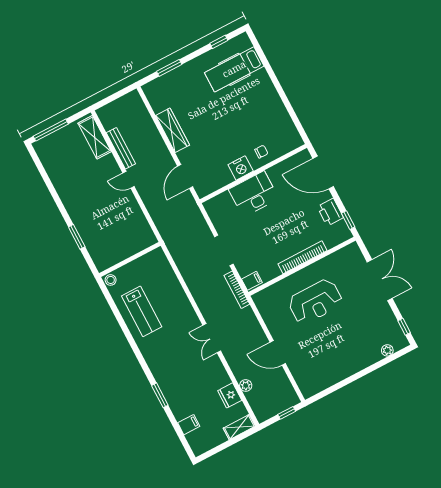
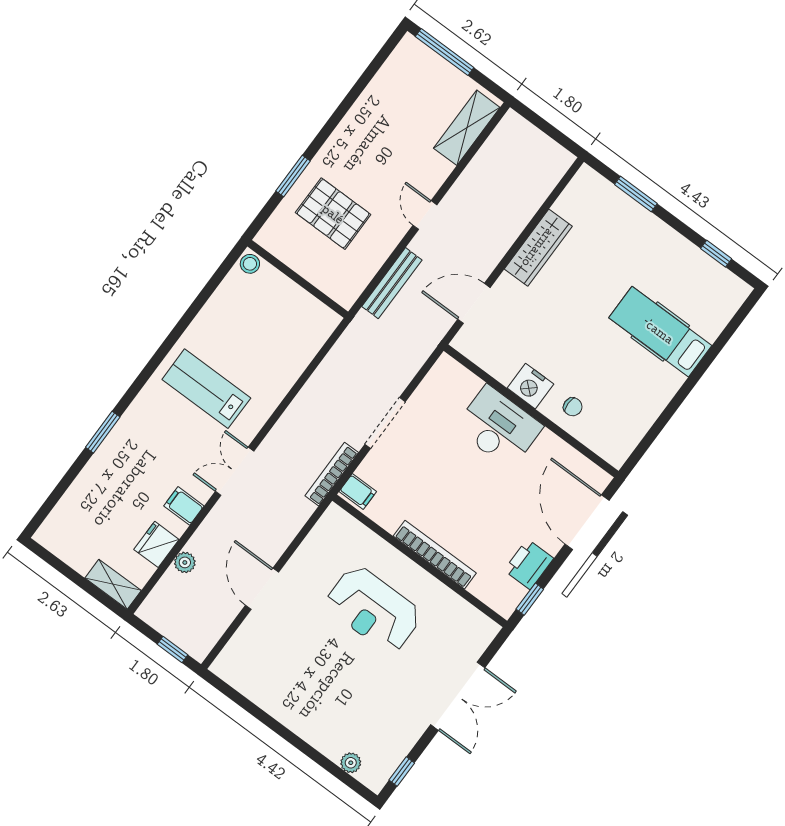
hospital bed: (234, 69) -> (660, 332), moved
bench: (121, 148) -> (392, 283), moved
pallet: (105, 226) -> (333, 214), added
lab bench: (142, 311) -> (206, 389), moved, turned 90
filing cabinet: (189, 425) -> (184, 506), moved, turned 180

